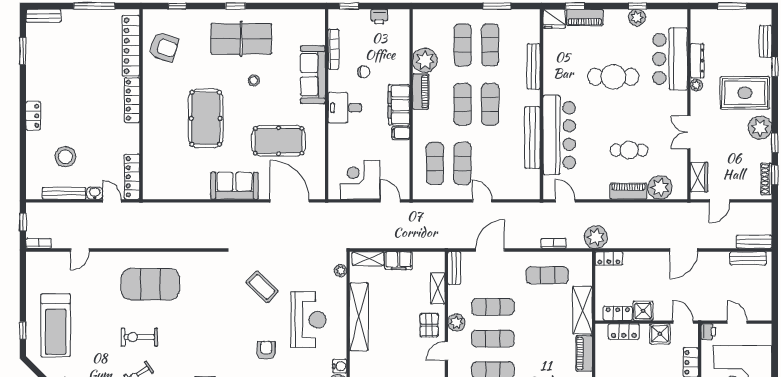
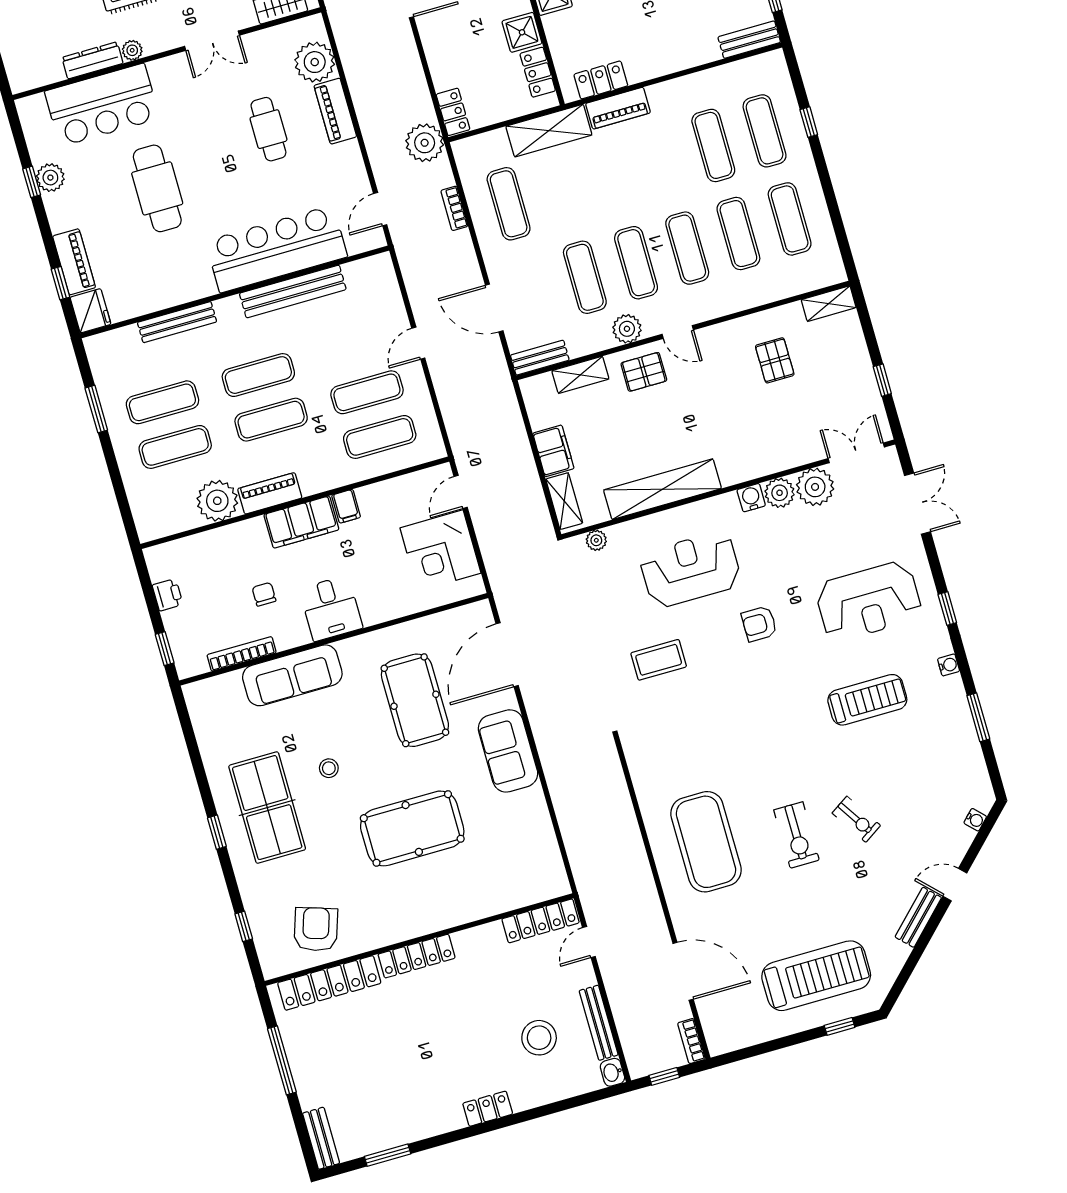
washbasin: (95, 193) -> (612, 1072), moved
door: (80, 250) -> (683, 971), width x1.87
coffee table: (262, 287) -> (659, 660), turned 46
locker: (624, 331) -> (601, 80), moved, turned -90

